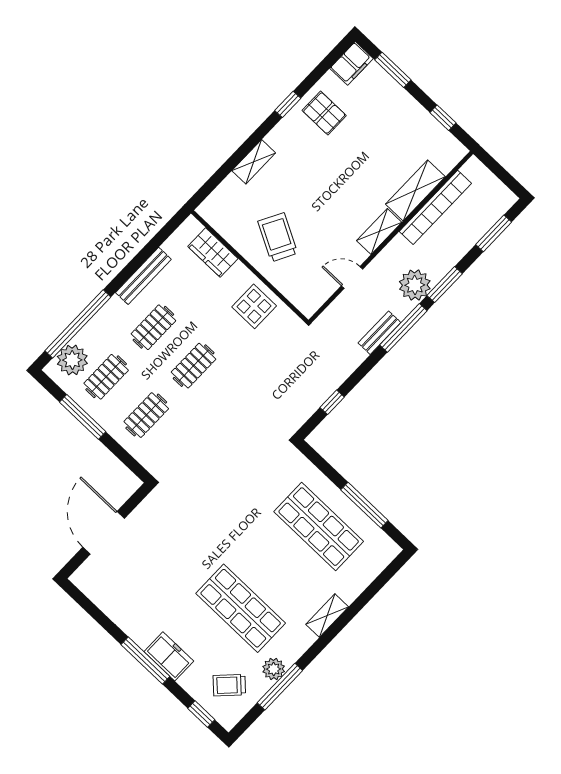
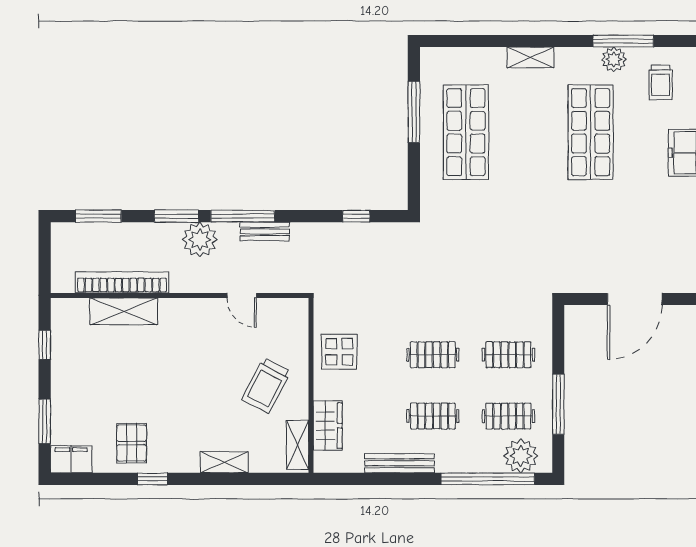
shelving: (379, 231) -> (297, 445), moved, turned 90
trolley: (229, 685) -> (661, 82), turned 46

